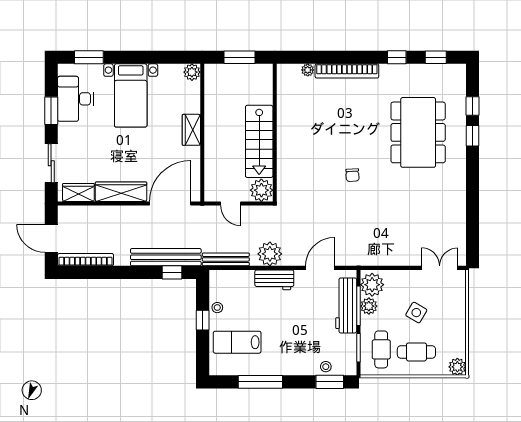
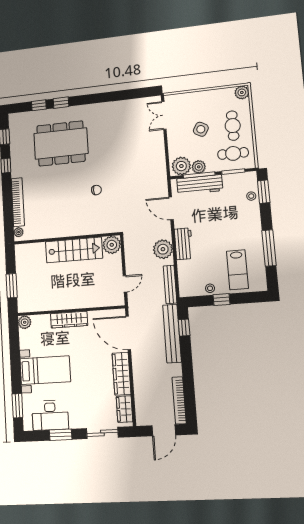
wardrobe: (191, 130) -> (69, 320), width x1.50
wall: (275, 133) -> (67, 238), moved
stairs: (259, 141) -> (74, 250), moved
plant: (261, 190) -> (112, 245), moved

